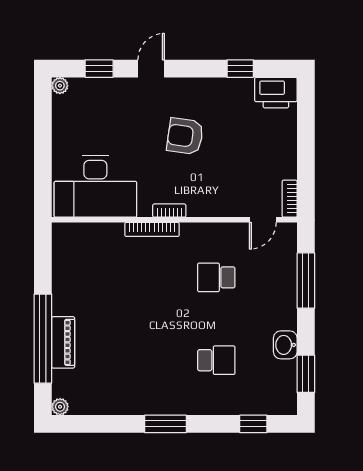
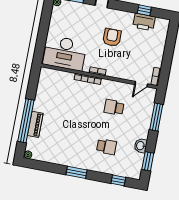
printer: (276, 93) -> (144, 22), moved
armchair: (185, 136) -> (112, 37), turned 82

